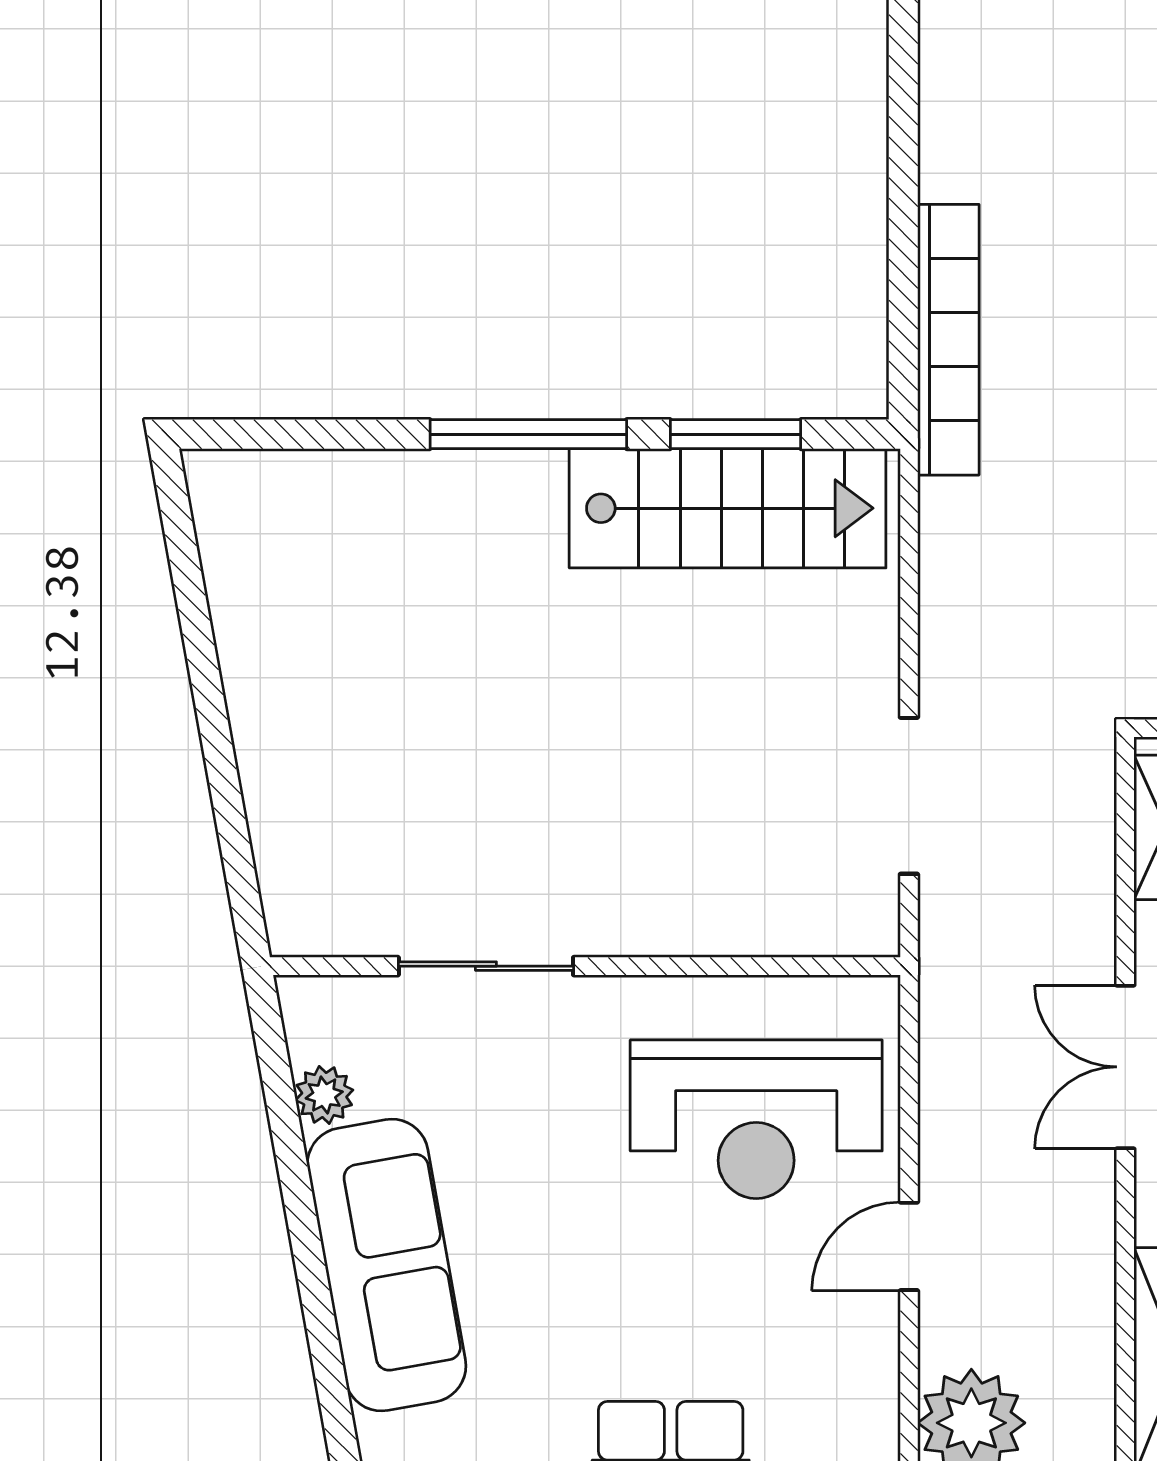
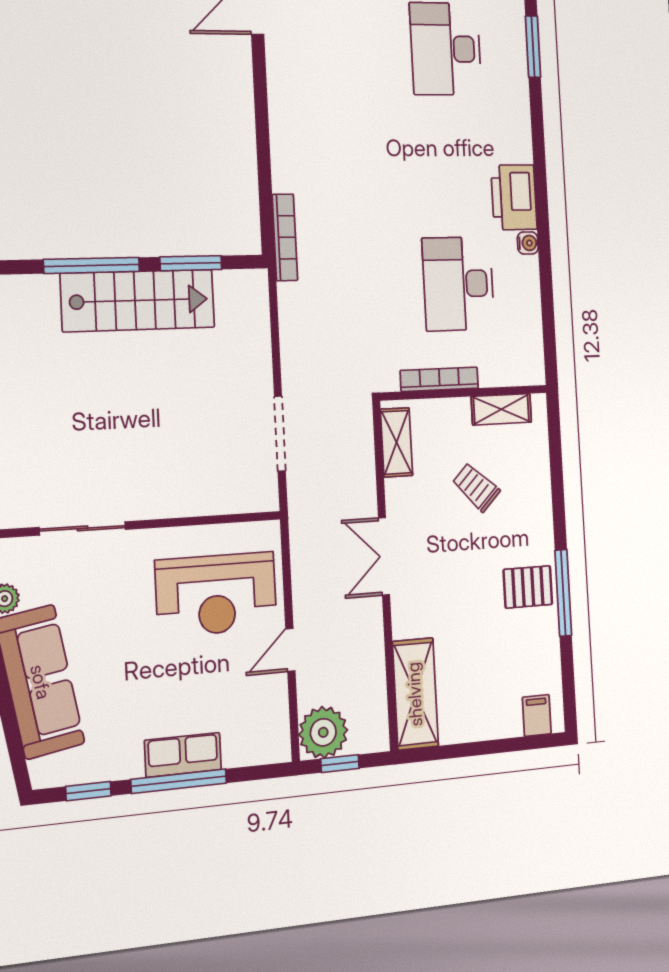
bookcase: (948, 340) -> (285, 237), width x0.68, depth x0.76
stairs: (728, 508) -> (138, 300), moved

